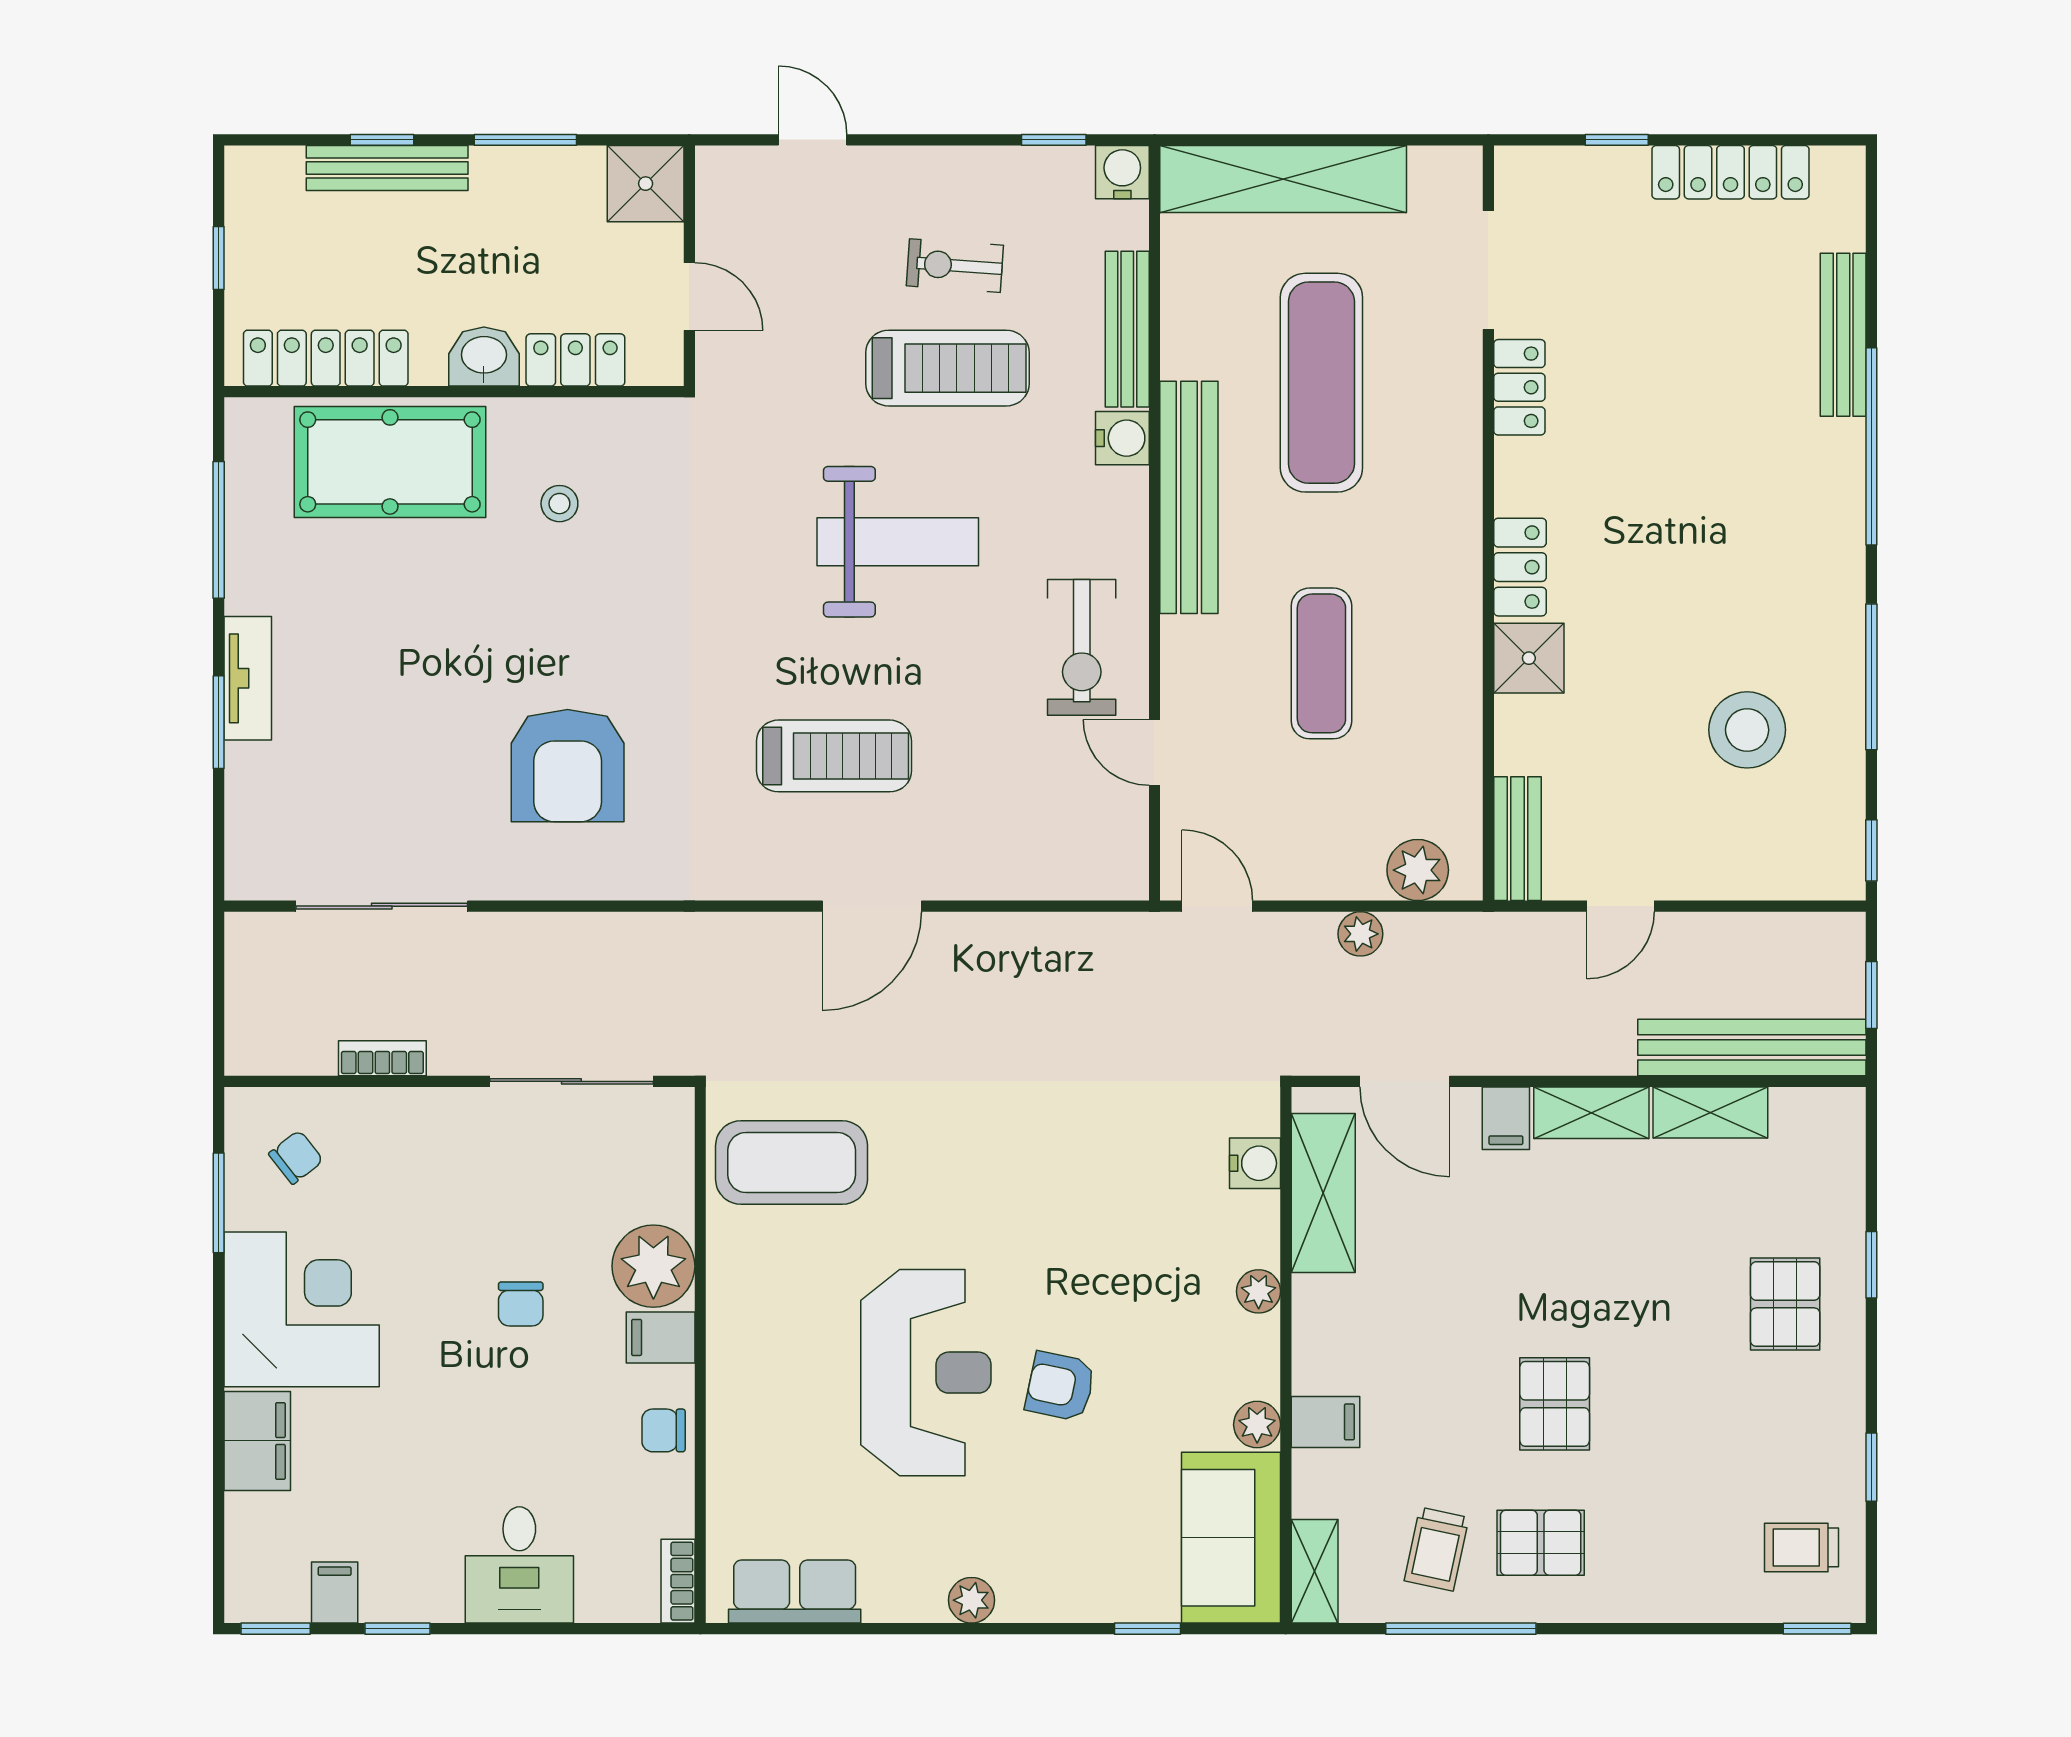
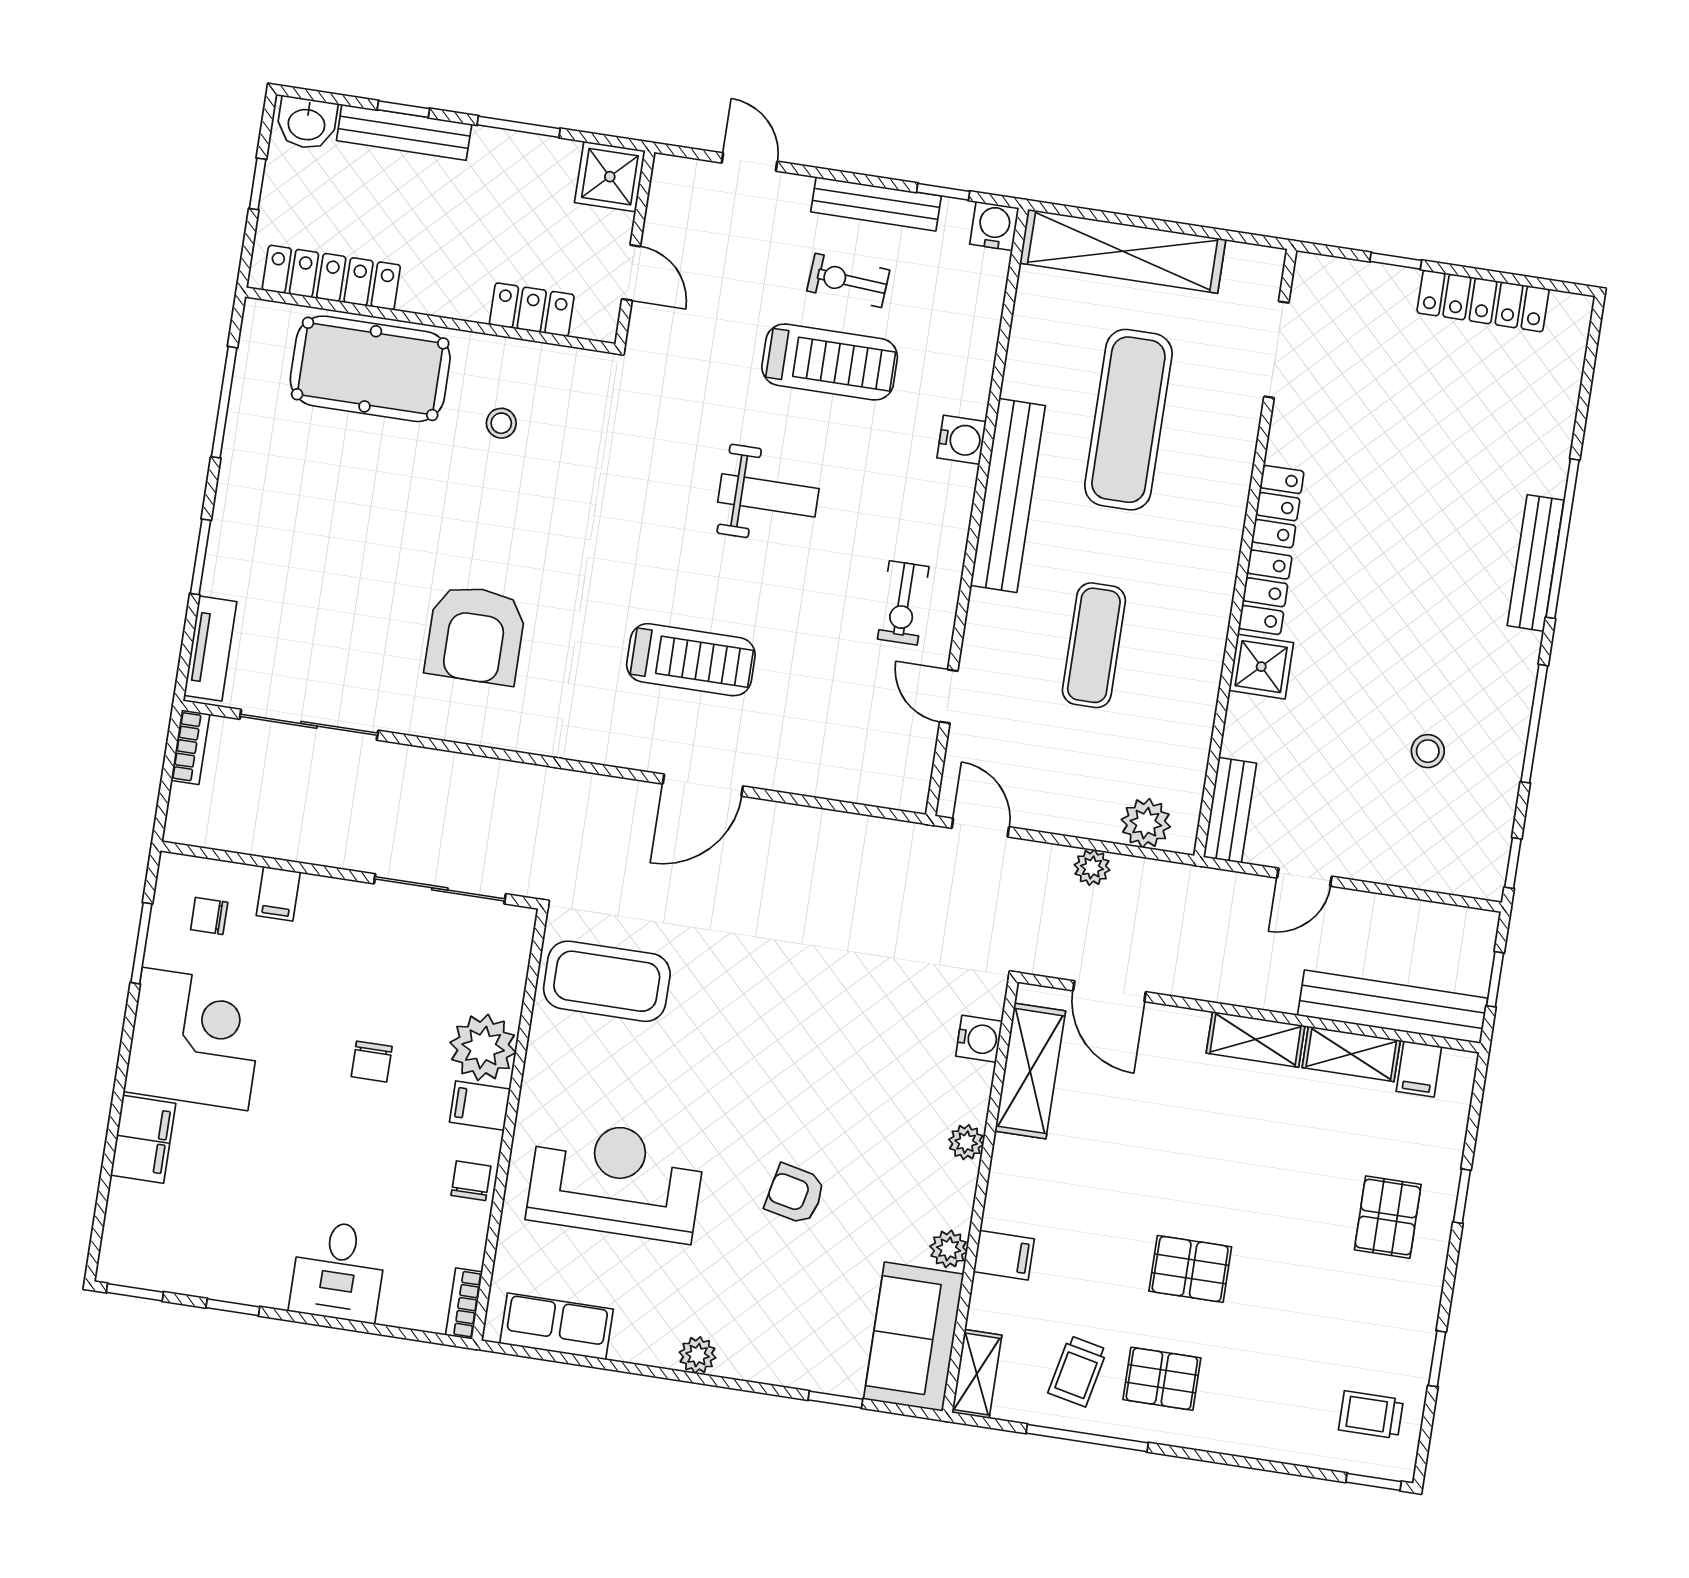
bench: (1127, 329) -> (876, 204), moved, turned 90
bench: (1843, 335) -> (1536, 563), moved
washbasin: (484, 357) -> (307, 123), moved, turned 180
locker: (1519, 387) -> (1278, 507), moved
weight bench: (898, 542) -> (768, 495), width x0.73, depth x0.75
exercise bike: (1082, 647) -> (903, 603), width x0.73, depth x0.72
tv unit: (248, 678) -> (210, 648), moved
stool: (1747, 730) -> (1428, 751), width x0.53, depth x0.53
bookcase: (382, 1058) -> (190, 747), moved, turned 90
filing cabinet: (1506, 1118) -> (1419, 1069), moved
chair: (296, 1157) -> (209, 916), turned -142
reception desk: (926, 1373) -> (616, 1180), moved, turned -90
pallet: (1555, 1404) -> (1190, 1269), turned 90
chair: (664, 1430) -> (471, 1181), turned 90
filing cabinet: (335, 1593) -> (278, 894), moved, turned 180

